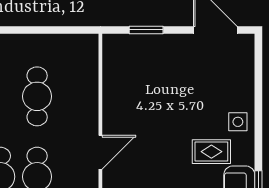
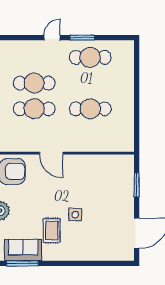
side table: (238, 122) -> (75, 215), moved

